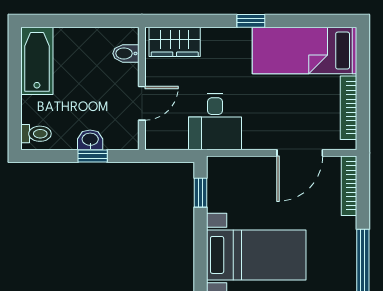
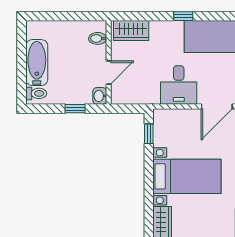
bathtub: (37, 61) -> (37, 63), moved
desk: (215, 121) -> (179, 85), moved
washbasin: (90, 140) -> (100, 96), moved, turned -90

